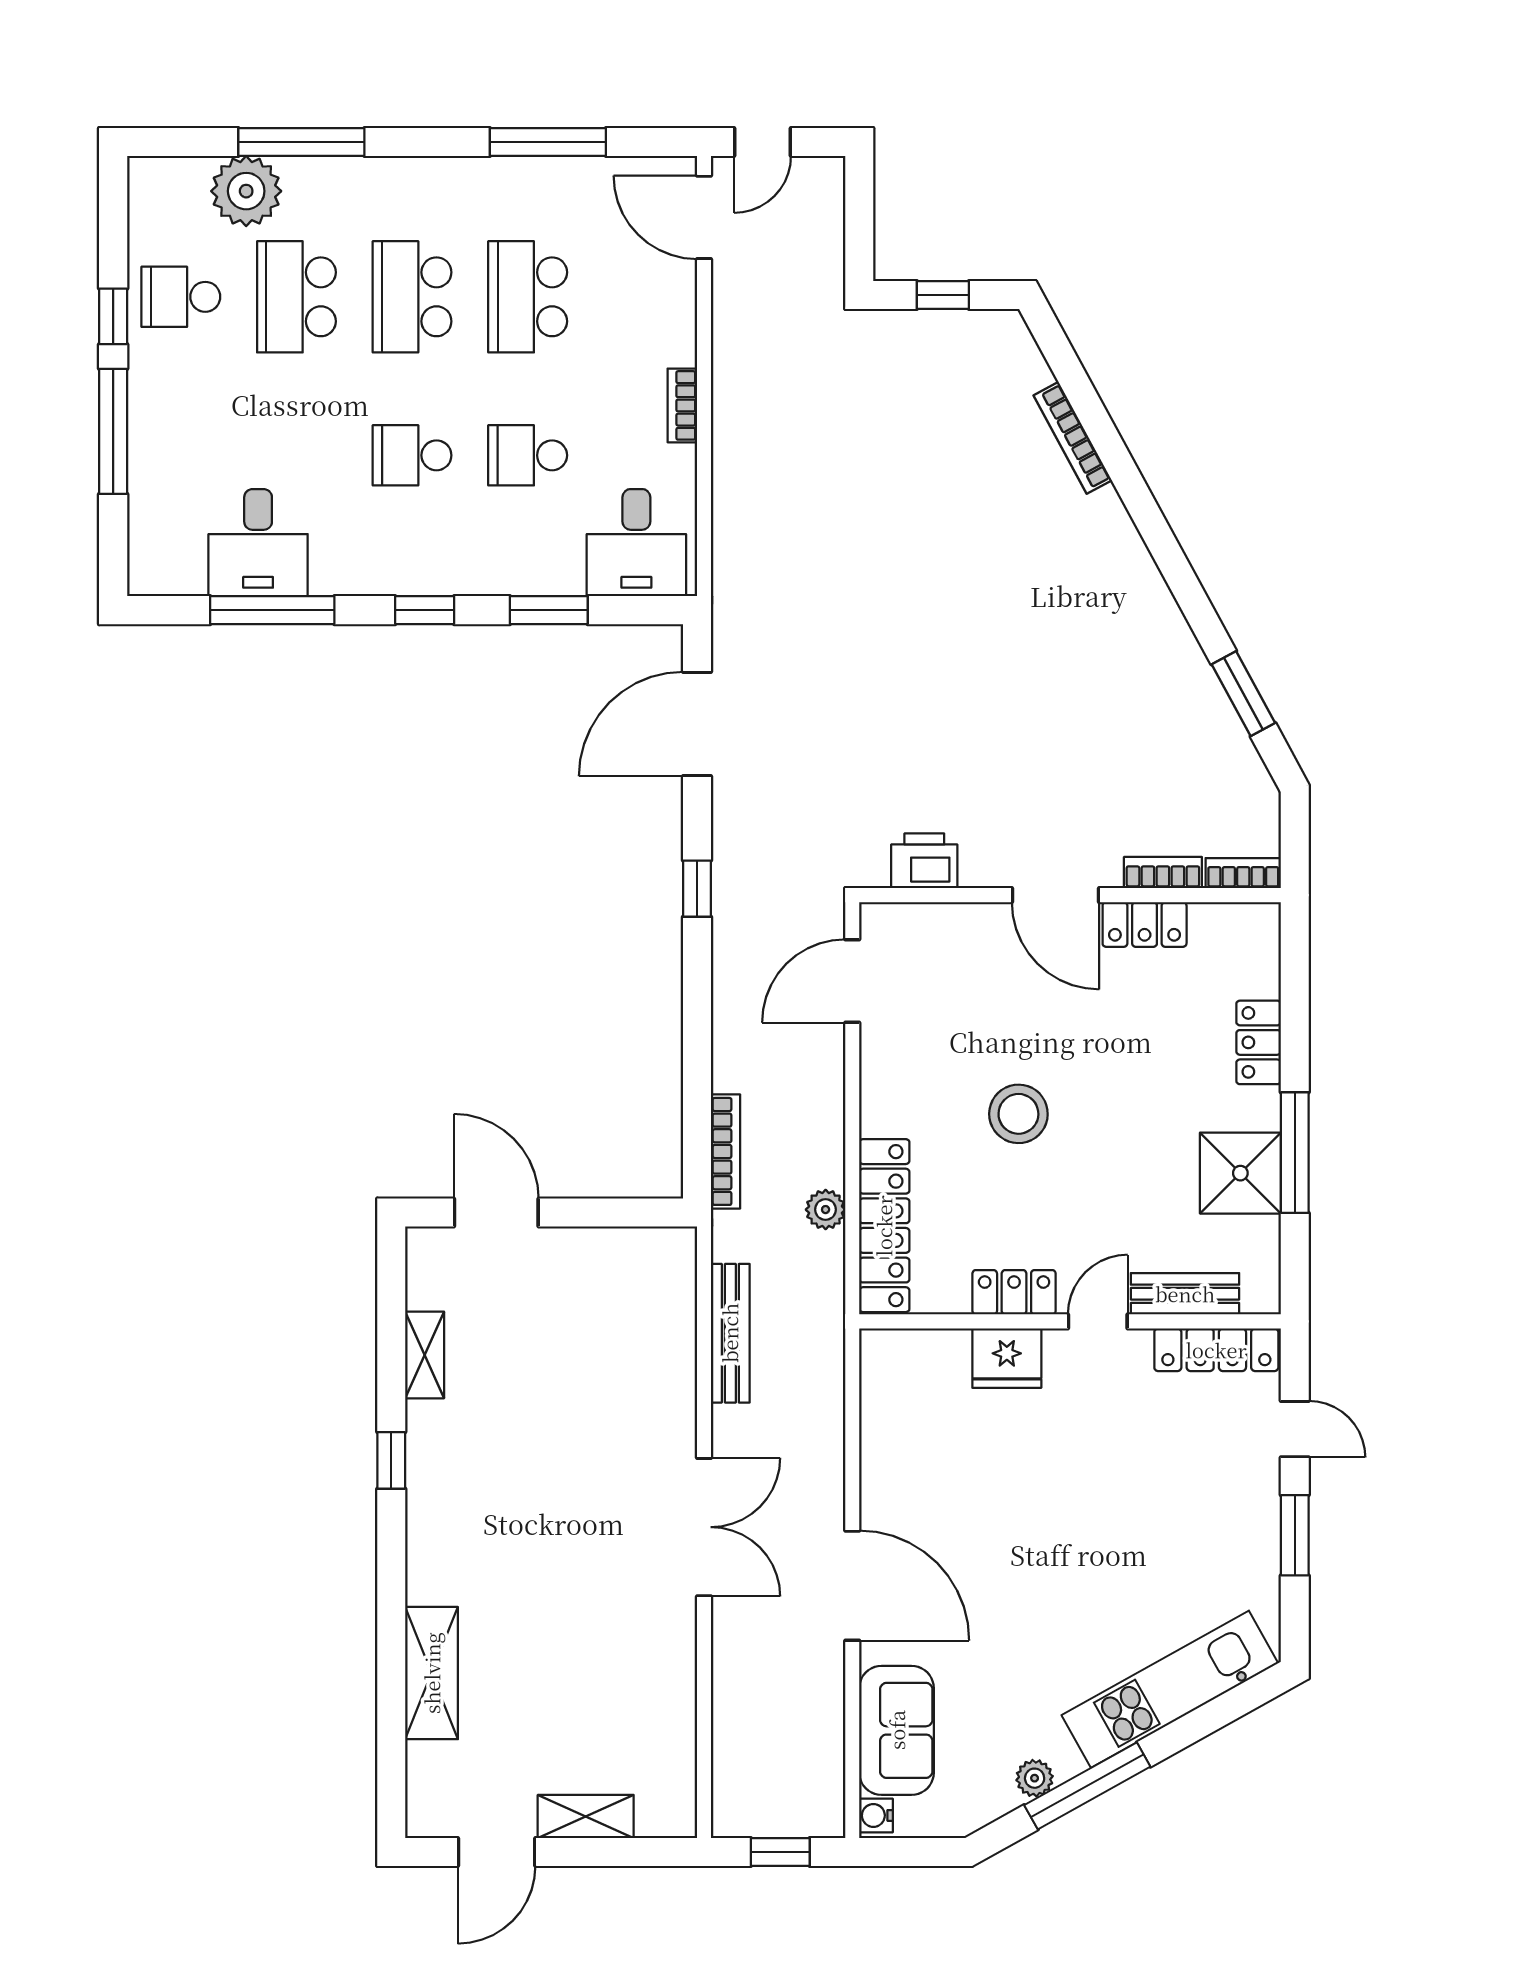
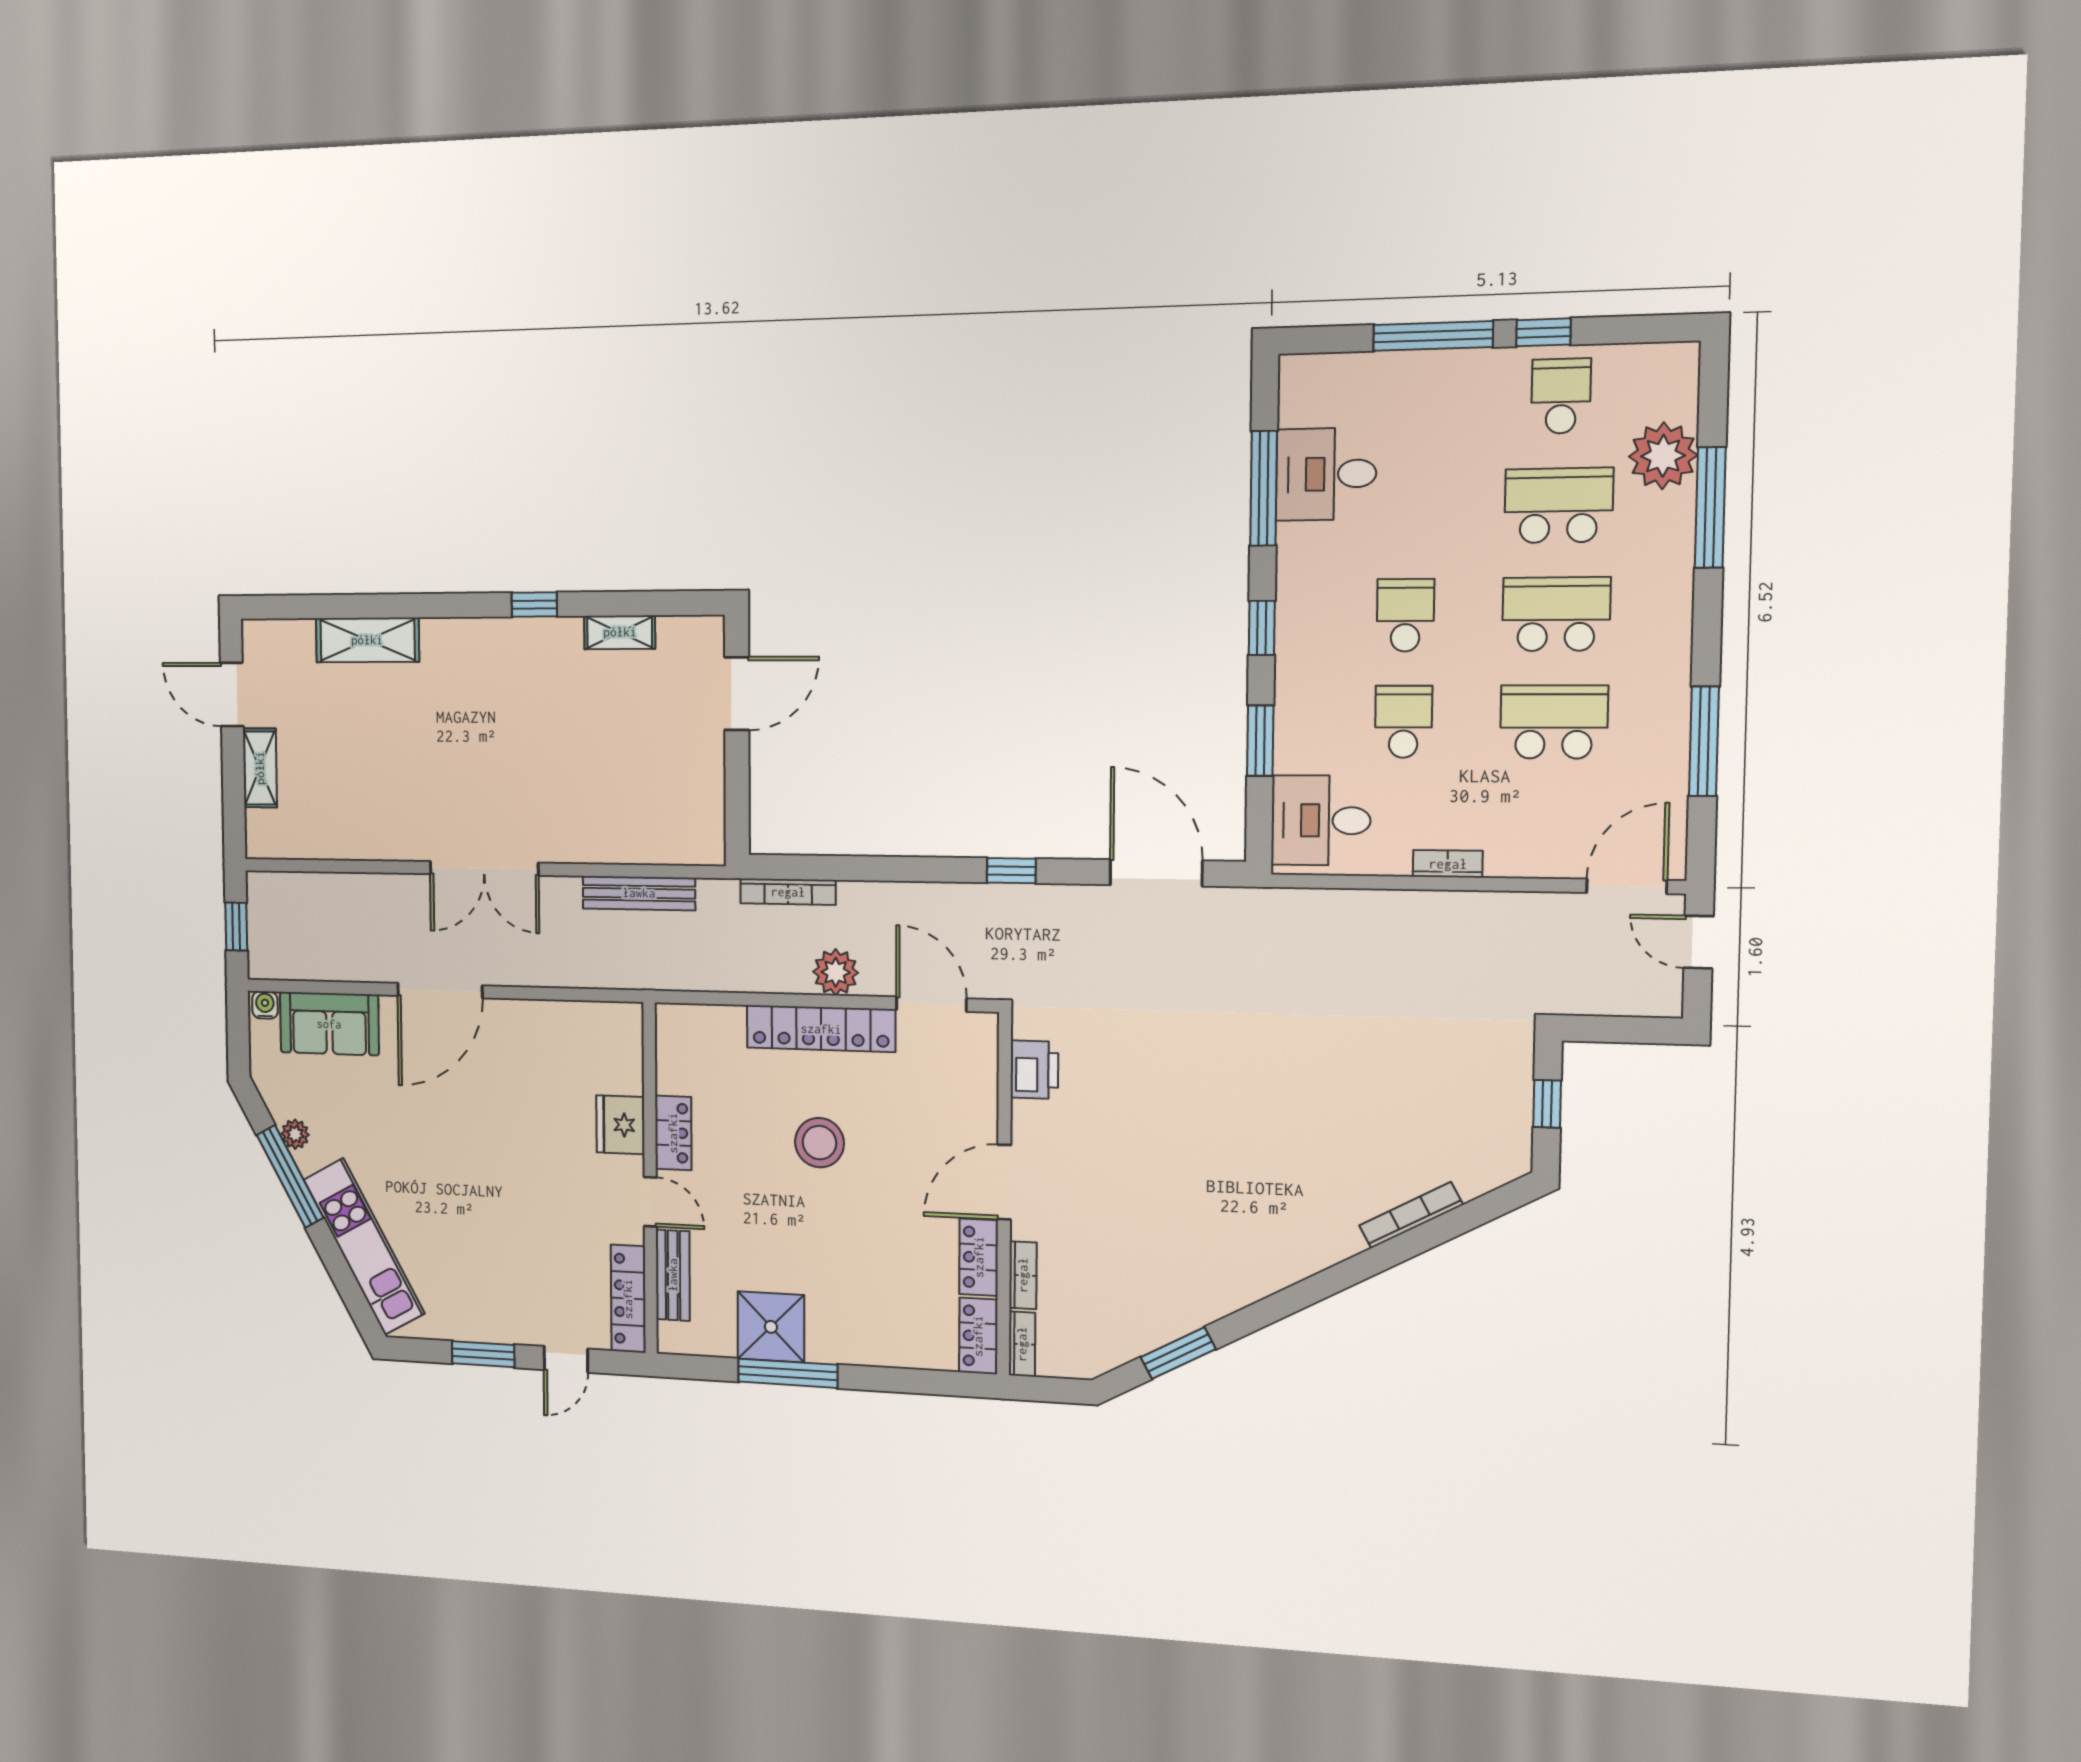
locker: (1259, 1042) -> (978, 1336), moved, turned -90
plant: (826, 1210) -> (836, 972), moved, width x1.38, depth x1.38
locker: (884, 1226) -> (821, 1029), moved

